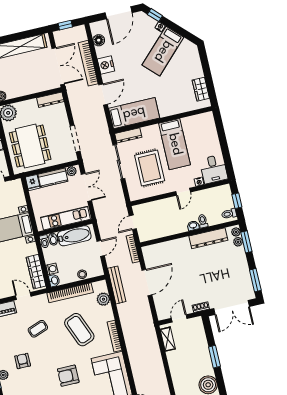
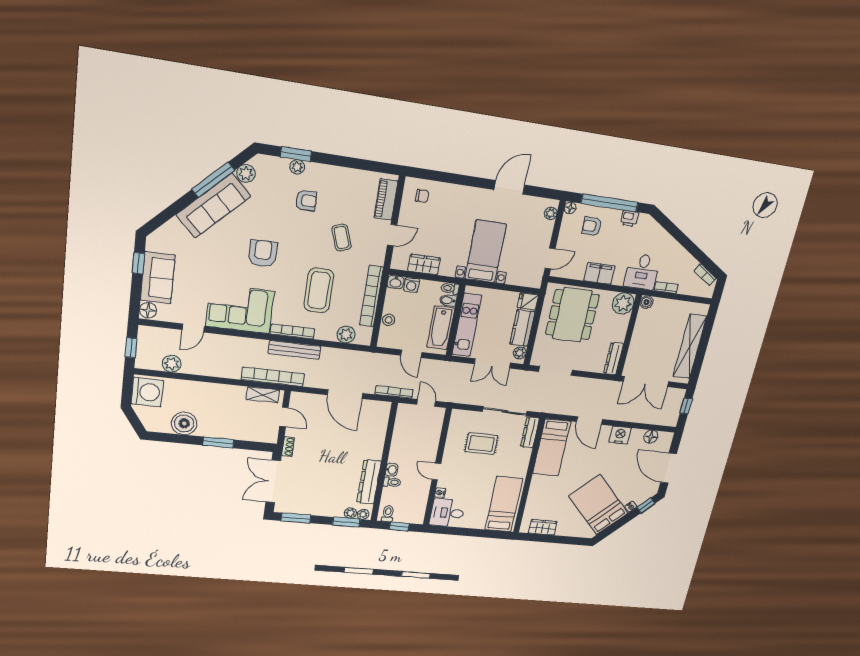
bed: (163, 51) -> (598, 505), width x1.50
bookcase: (88, 63) -> (273, 377), moved
bed: (175, 144) -> (504, 504), moved, turned 90
dining table: (30, 146) -> (572, 315), turned 90
rug: (150, 168) -> (481, 444), width x0.73, depth x0.70
wardrobe: (36, 272) -> (424, 264), width x0.67
bench: (117, 285) -> (295, 350), moved
coffee table: (79, 330) -> (319, 290), turned -68

